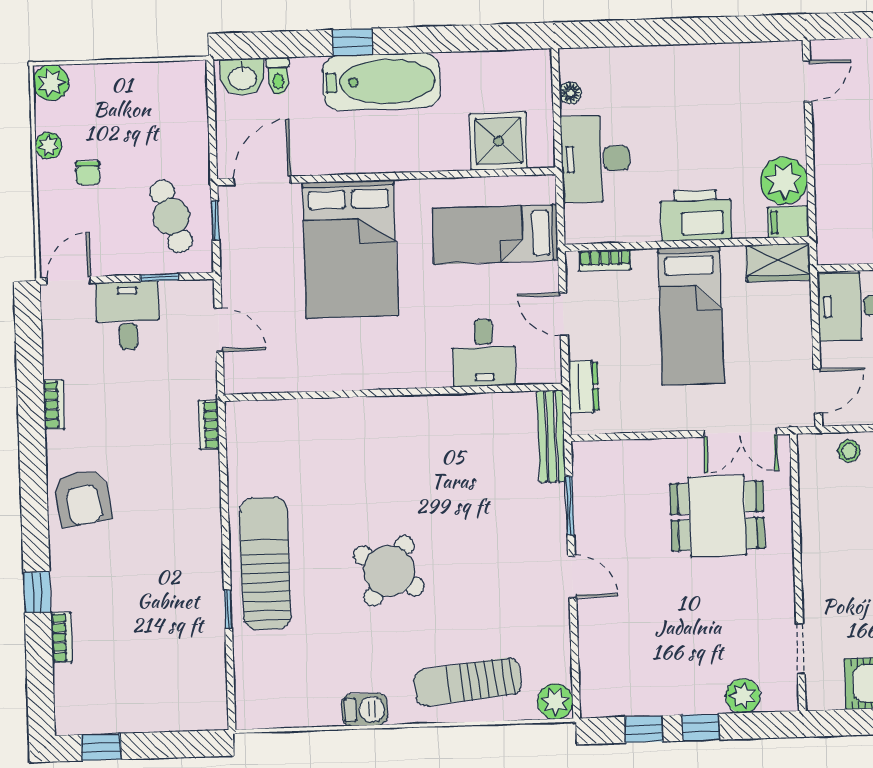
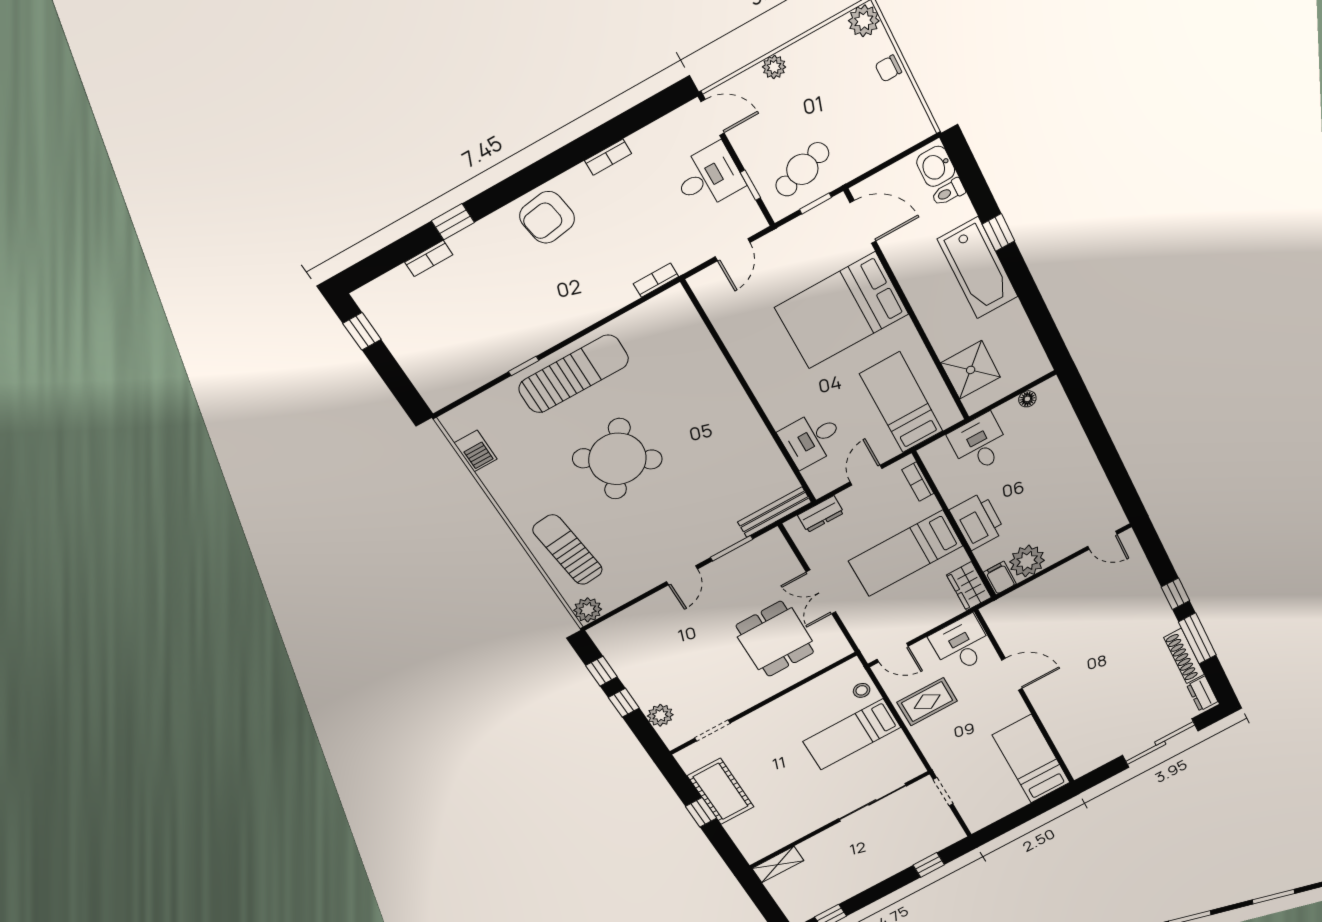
plant: (49, 146) -> (774, 67), moved
desk: (596, 159) -> (979, 443), width x0.73
chair: (88, 173) -> (888, 68), moved
double door: (740, 432) -> (821, 592), moved
round table: (389, 571) -> (617, 459), width x1.36, depth x1.36
barbecue: (365, 709) -> (476, 451), moved

